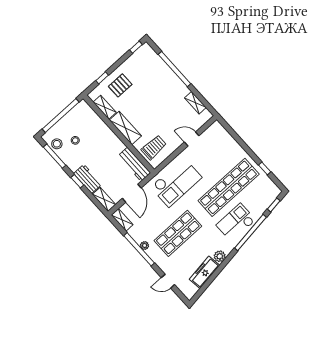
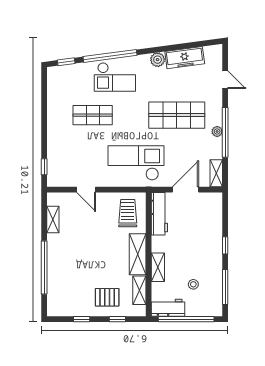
window: (136, 47) -> (82, 319), moved
stool: (57, 144) -> (213, 296), removed
trolley: (154, 147) -> (128, 213), turned 90
window: (265, 169) -> (44, 167), moved
workbench: (88, 179) -> (168, 308), moved, turned 90
shop shelf: (229, 187) -> (93, 115), width x0.50, depth x0.74
shelving: (104, 199) -> (158, 267), moved

